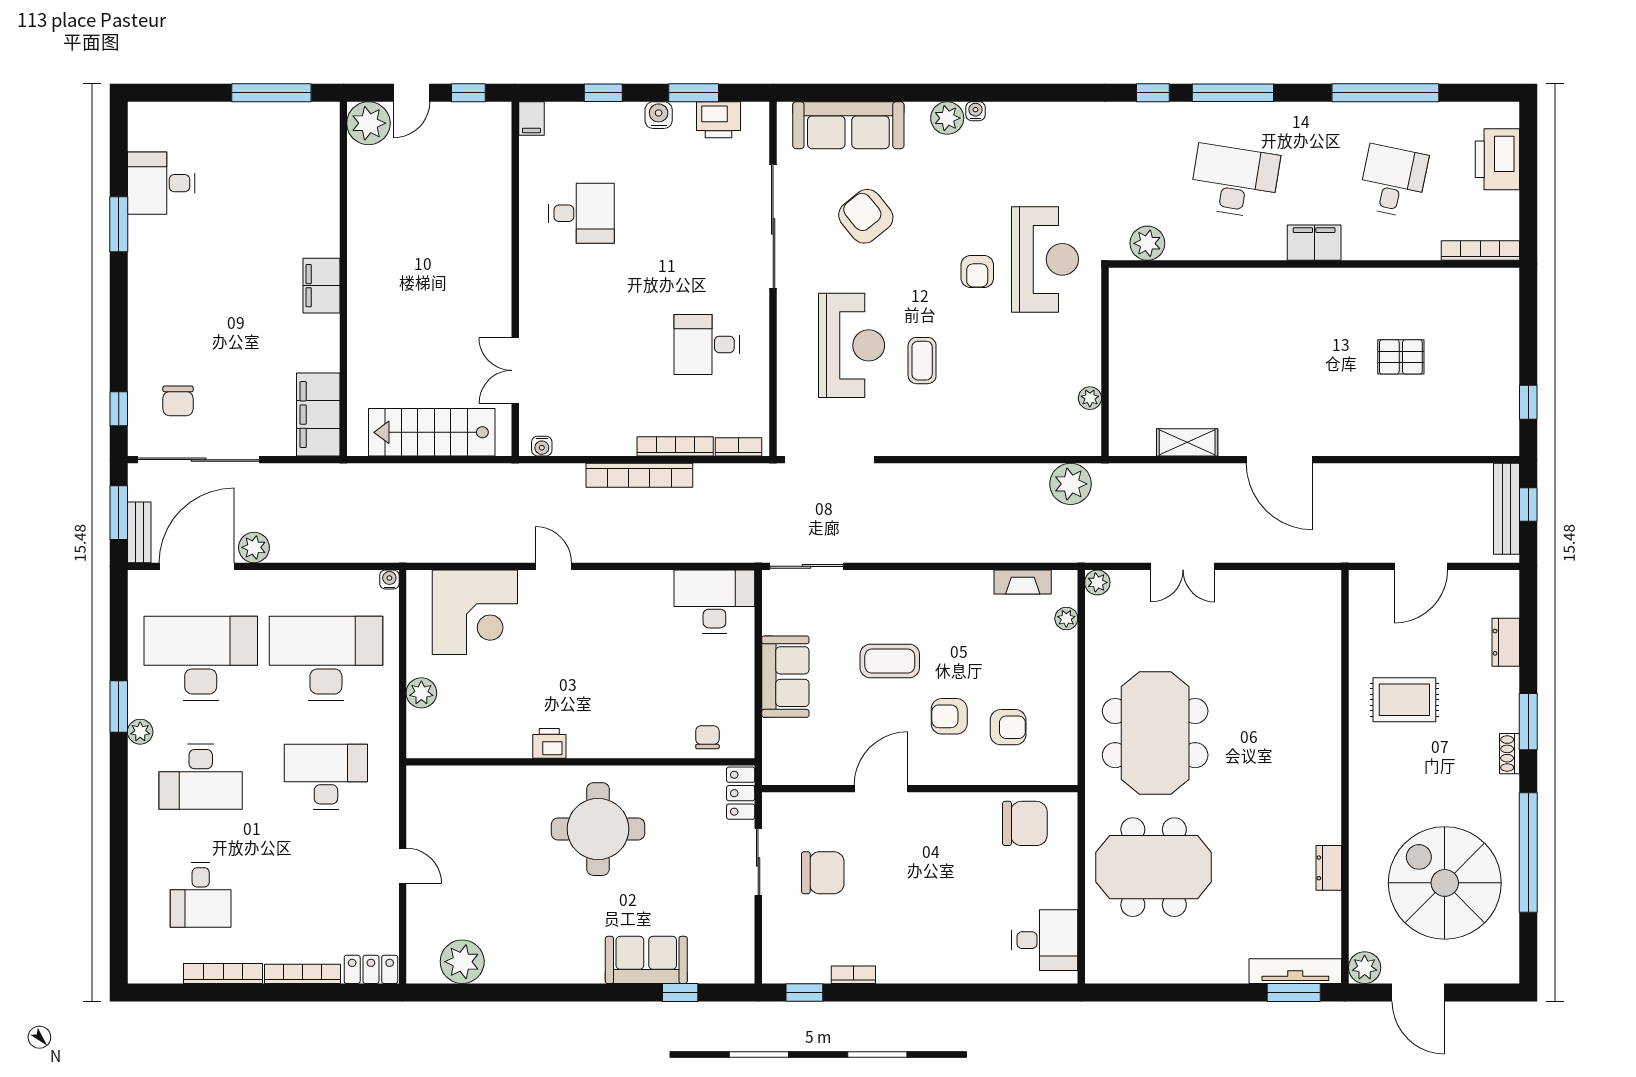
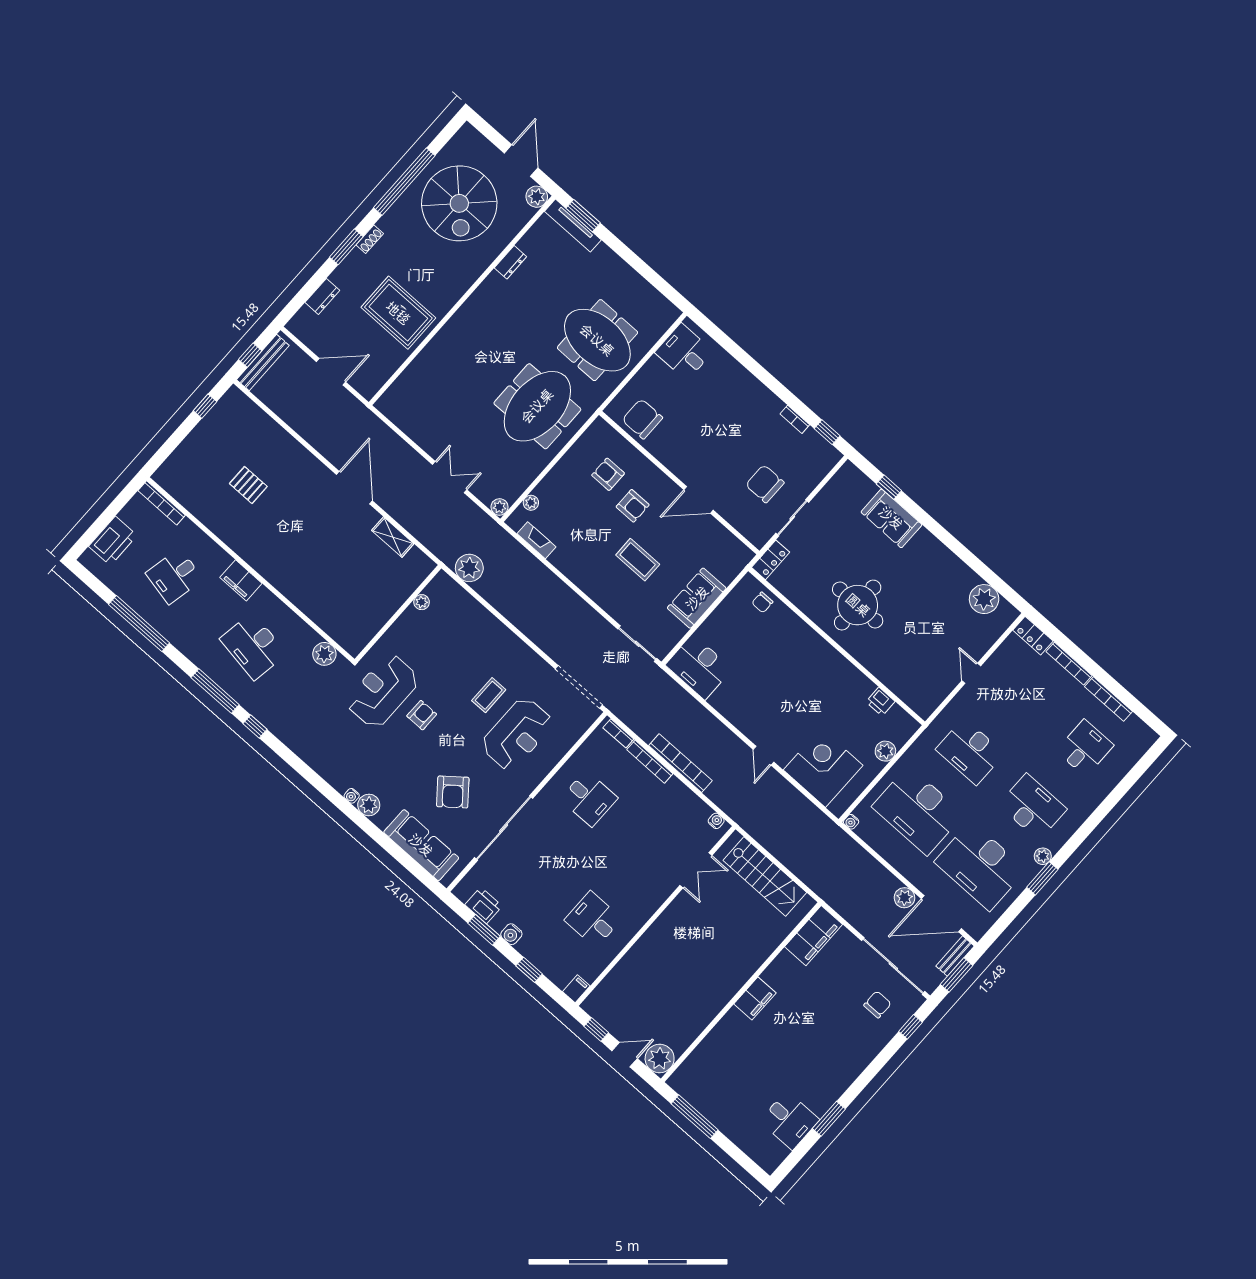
reception desk: (852, 345) -> (517, 734), turned 180
rug: (1404, 700) -> (398, 313), width x1.36, depth x1.43
printer: (549, 743) -> (880, 702), moved

